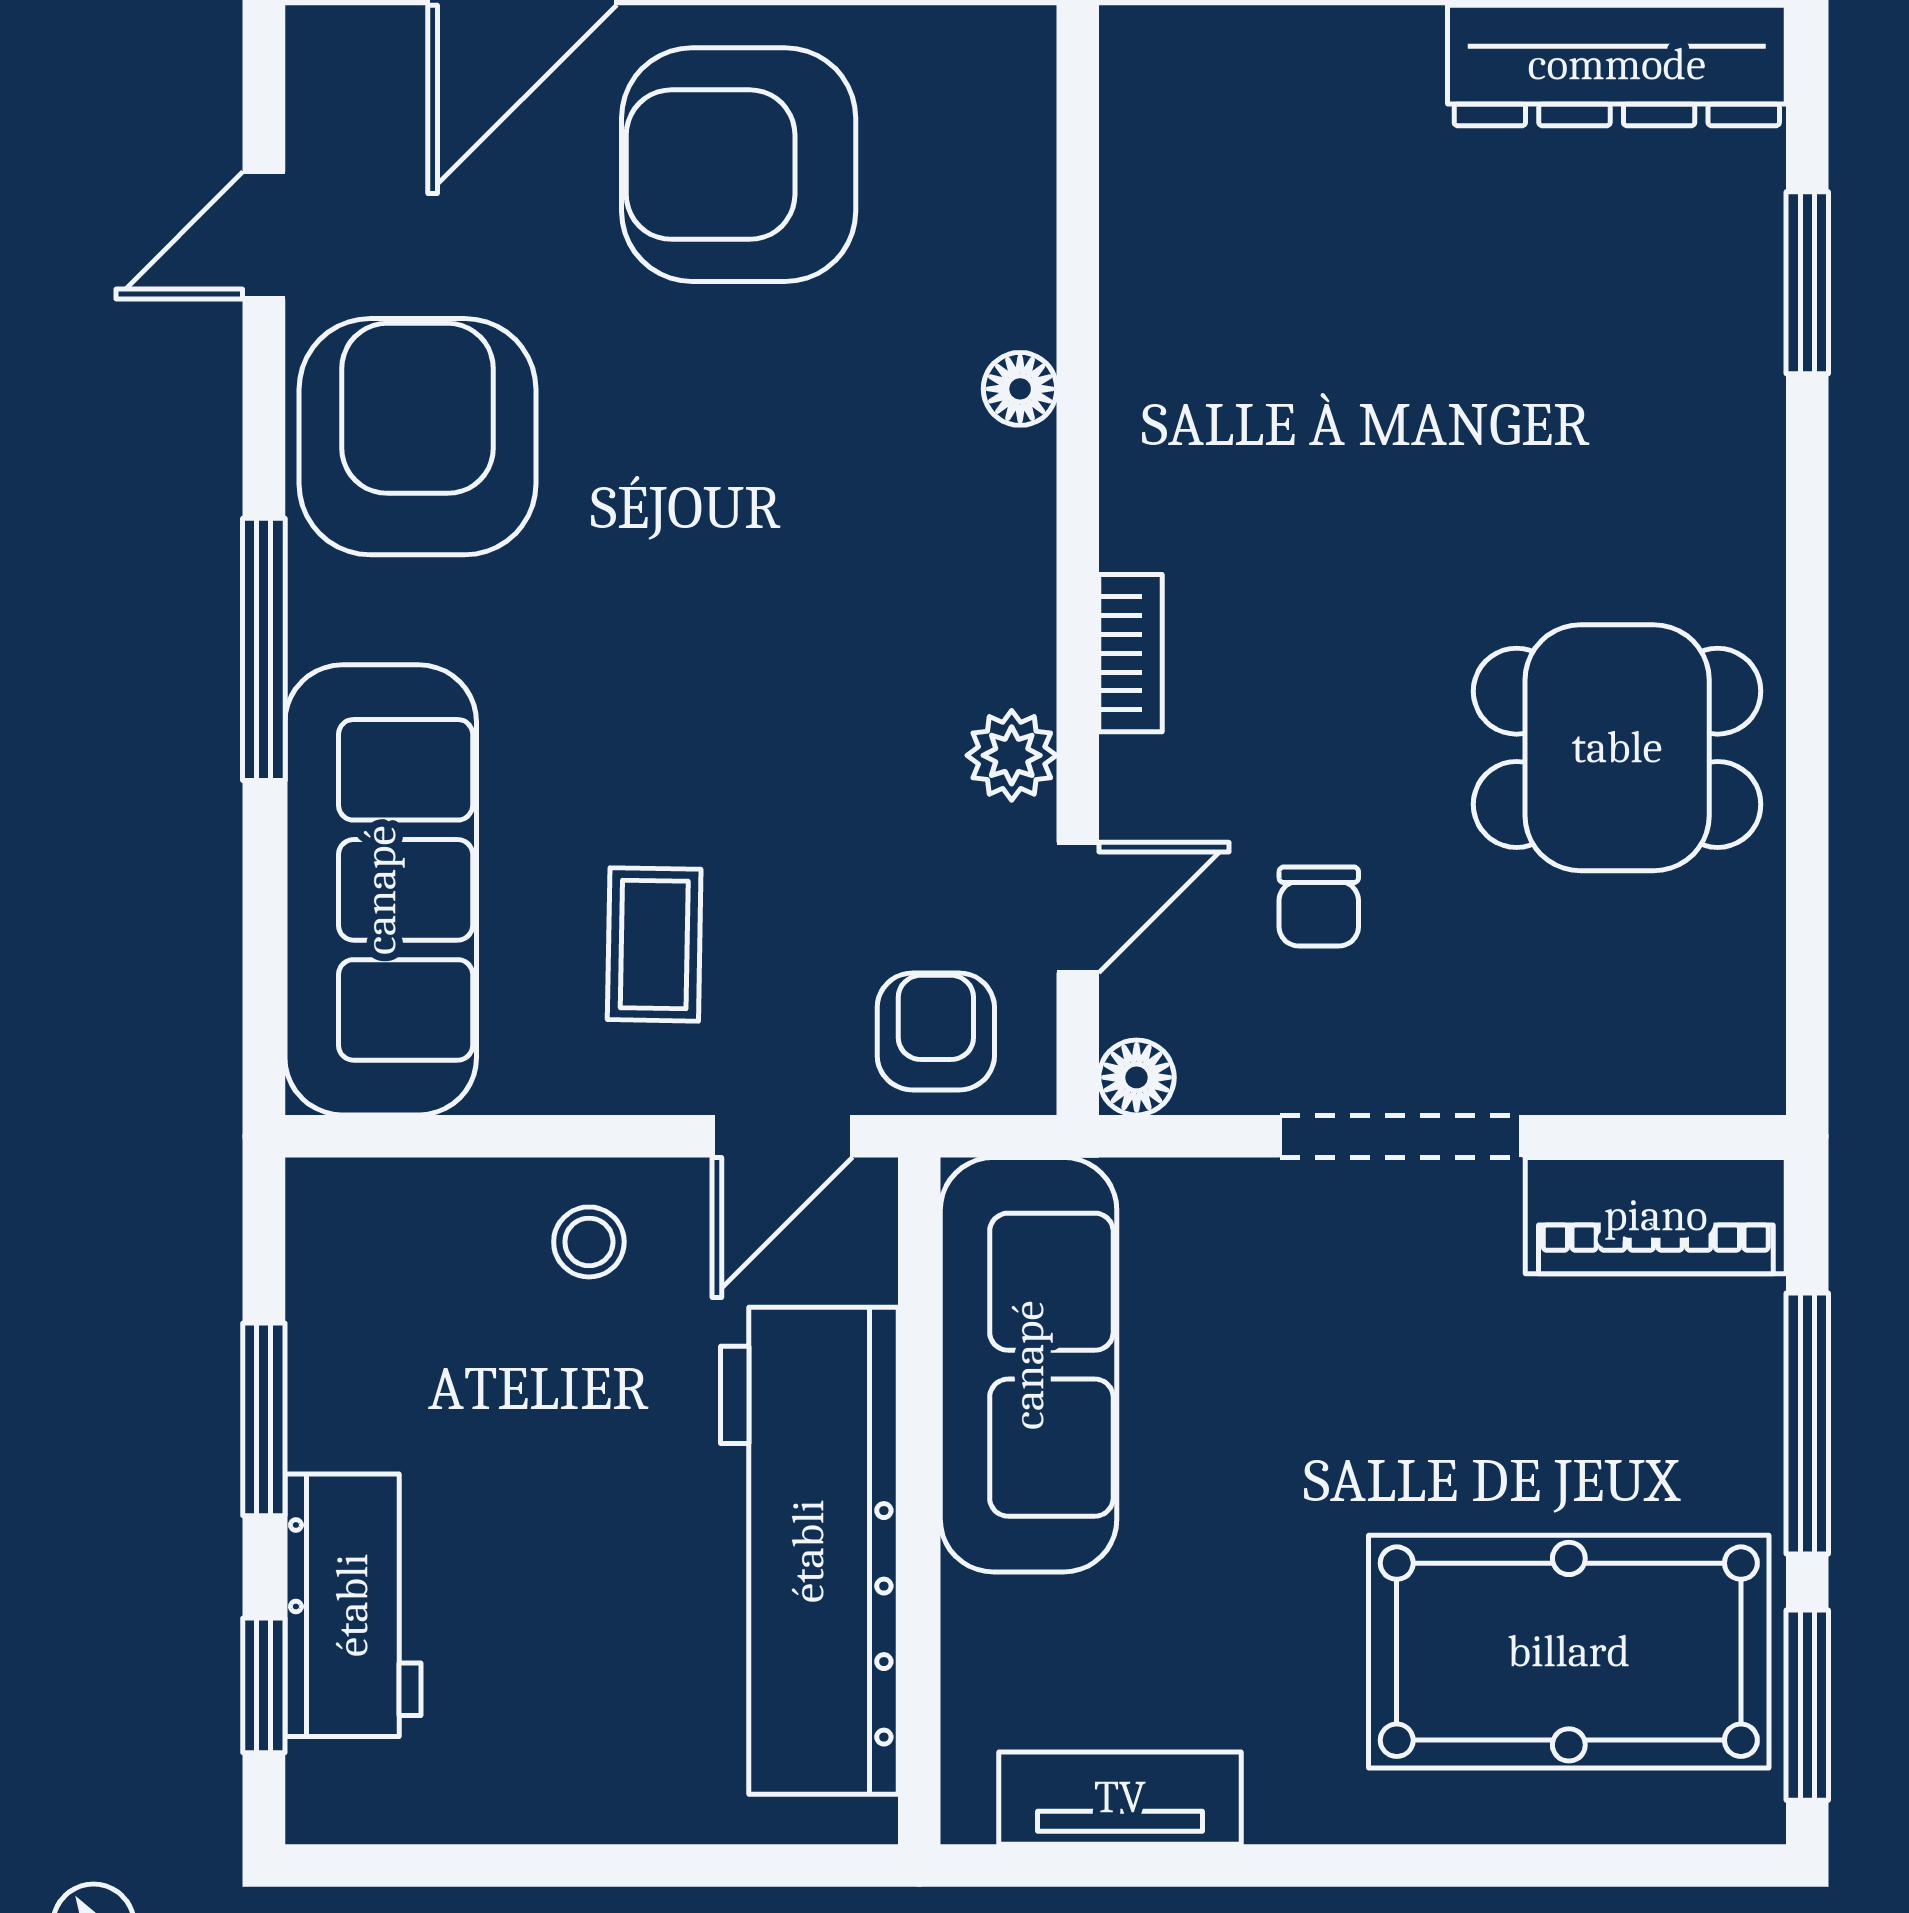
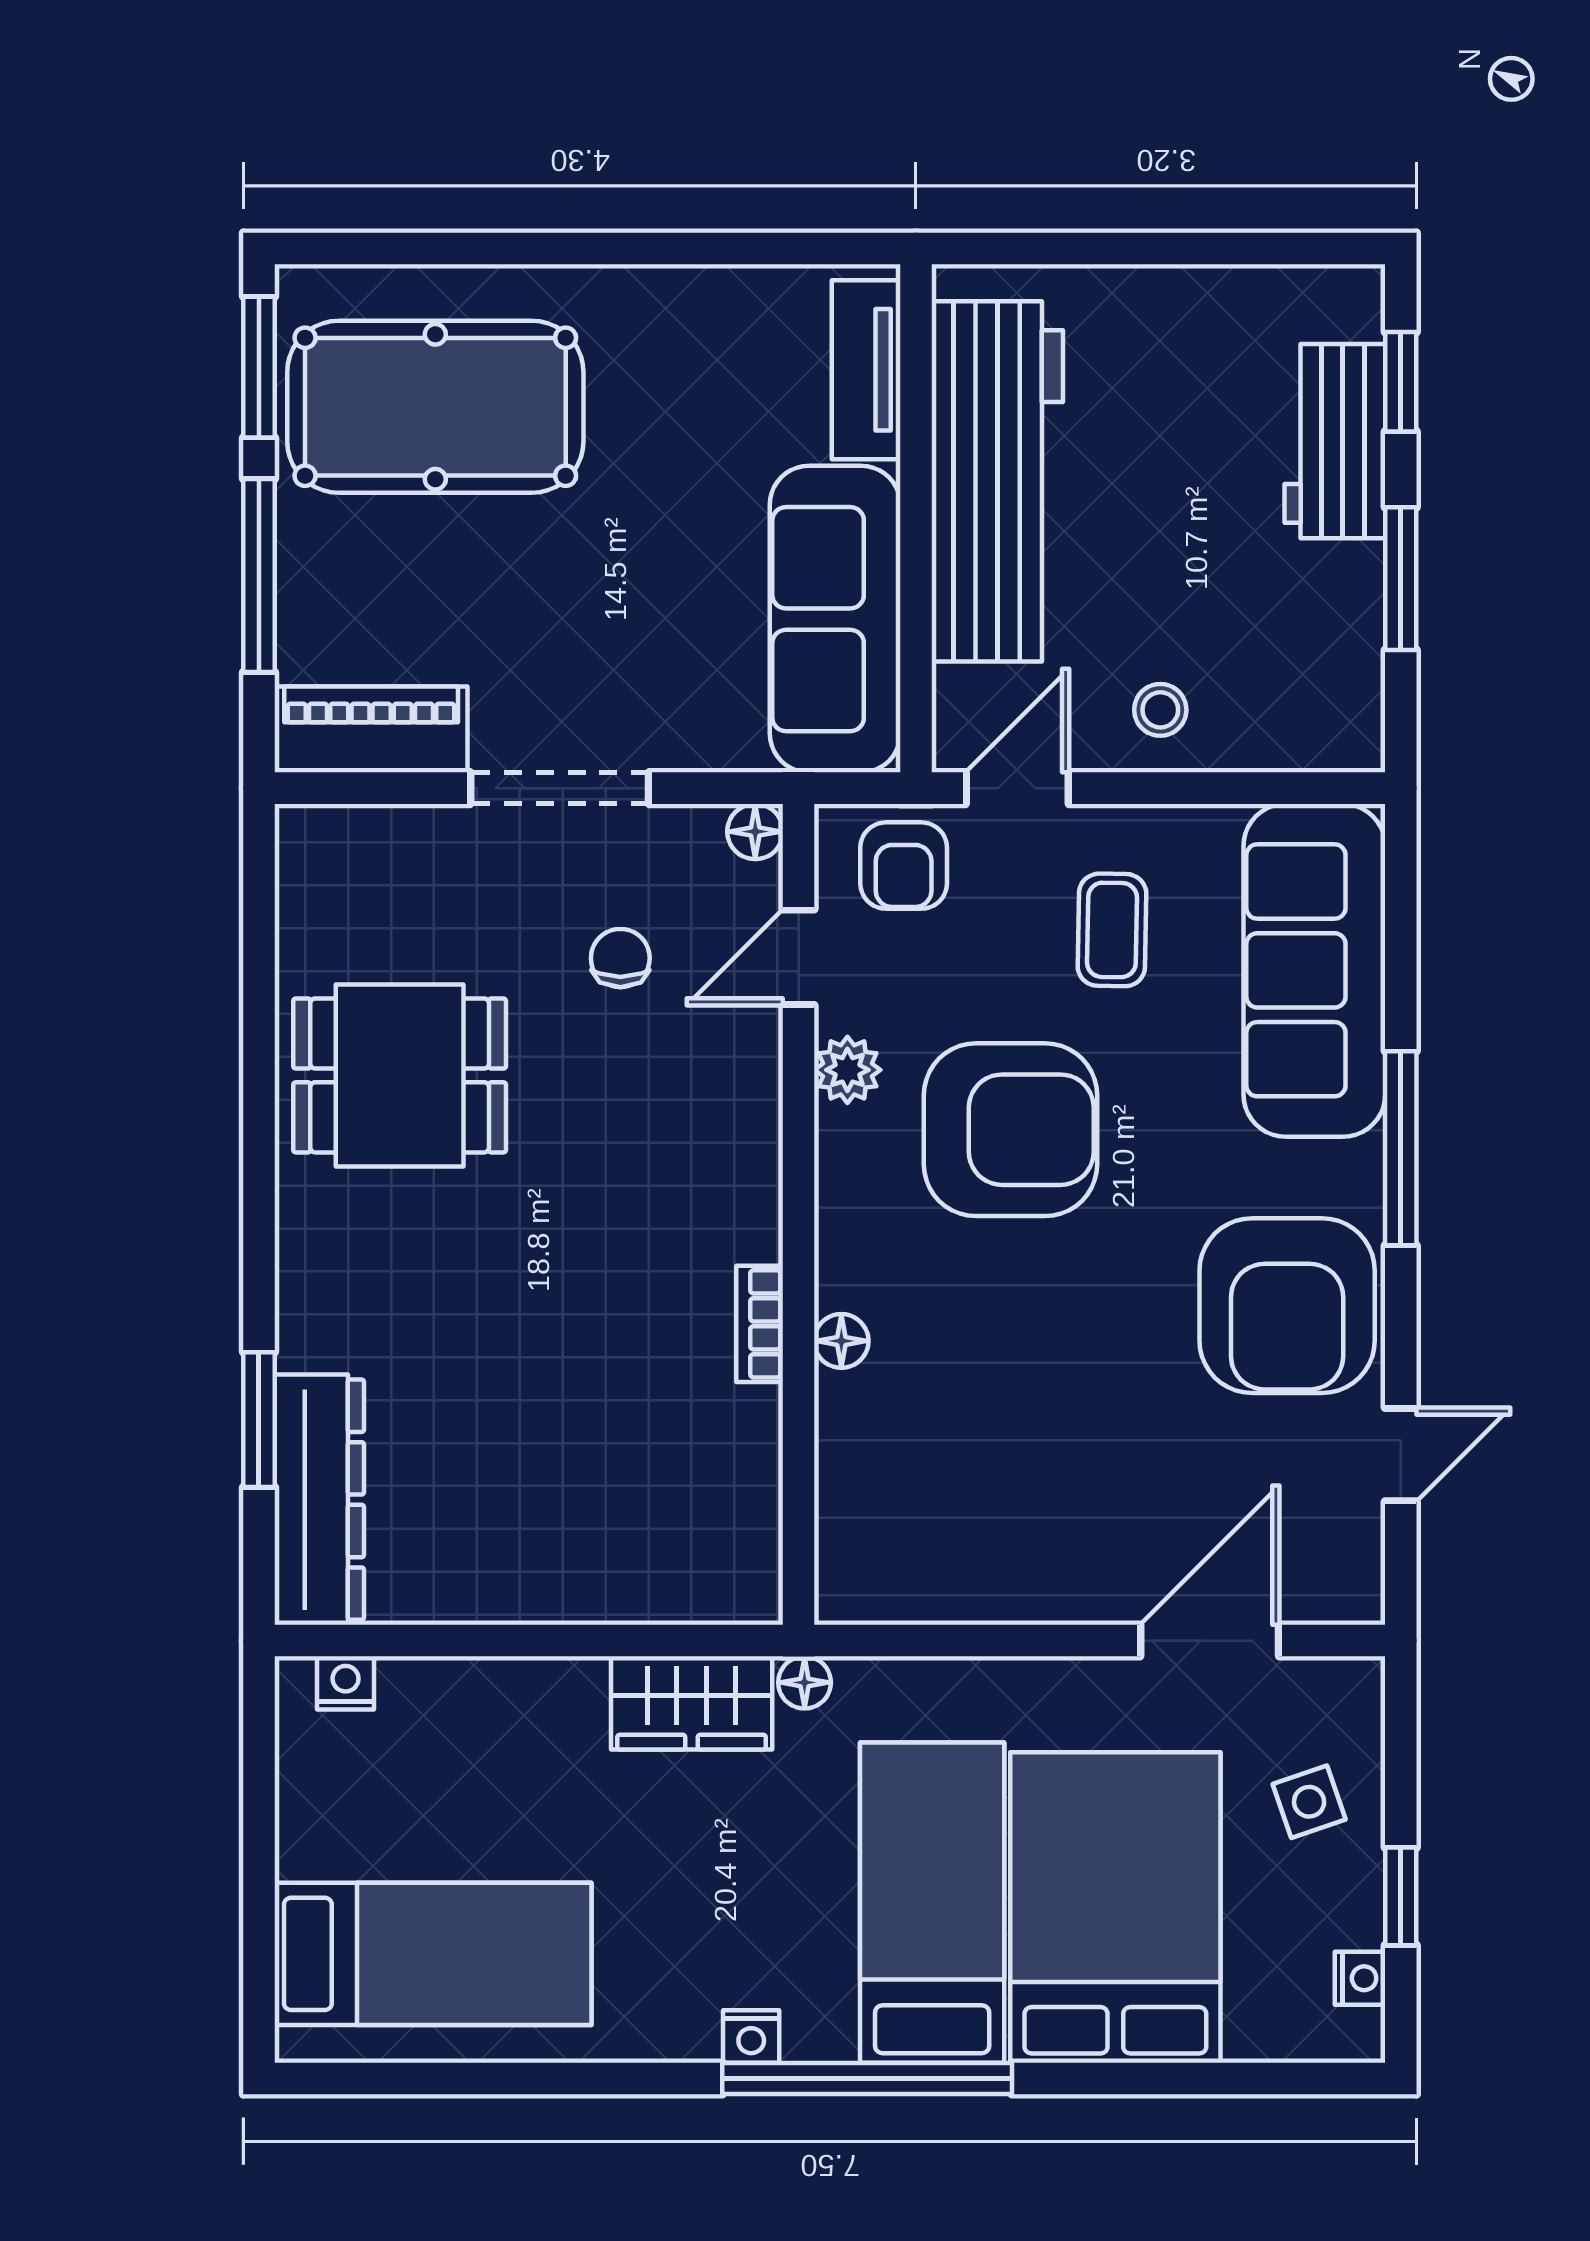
dresser: (1617, 65) -> (319, 1500), moved, turned 90
armchair: (739, 165) -> (1011, 1130), moved
bookcase: (1130, 653) -> (760, 1324), moved
tv unit: (1120, 1798) -> (866, 370), moved, turned 90

